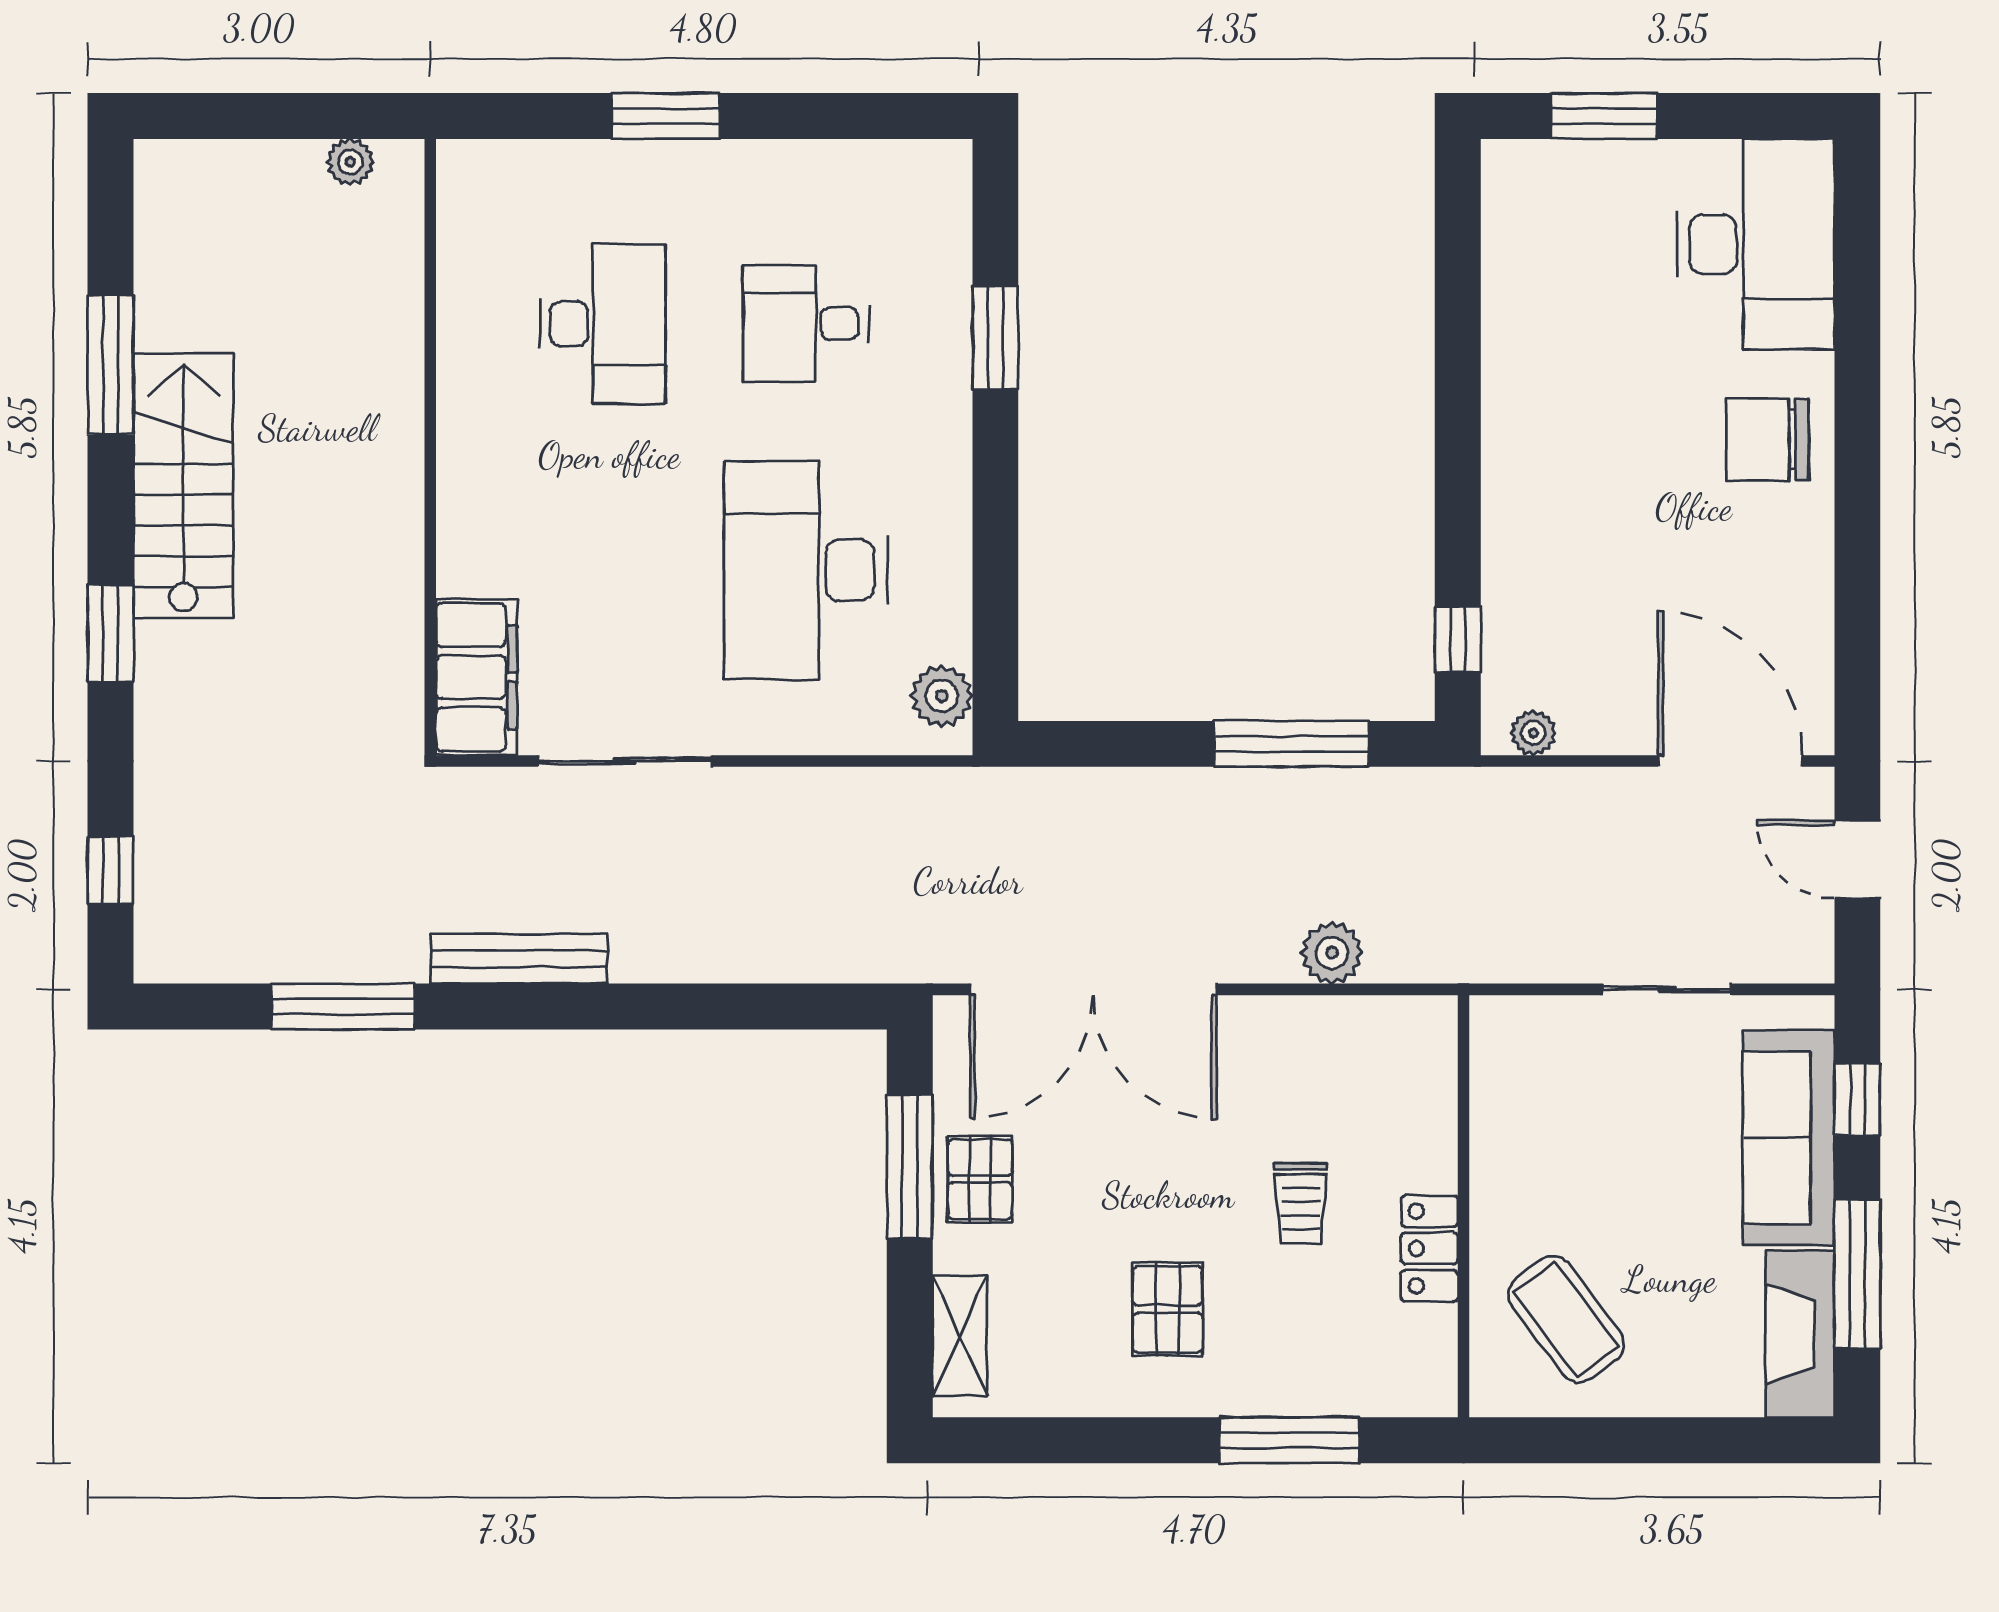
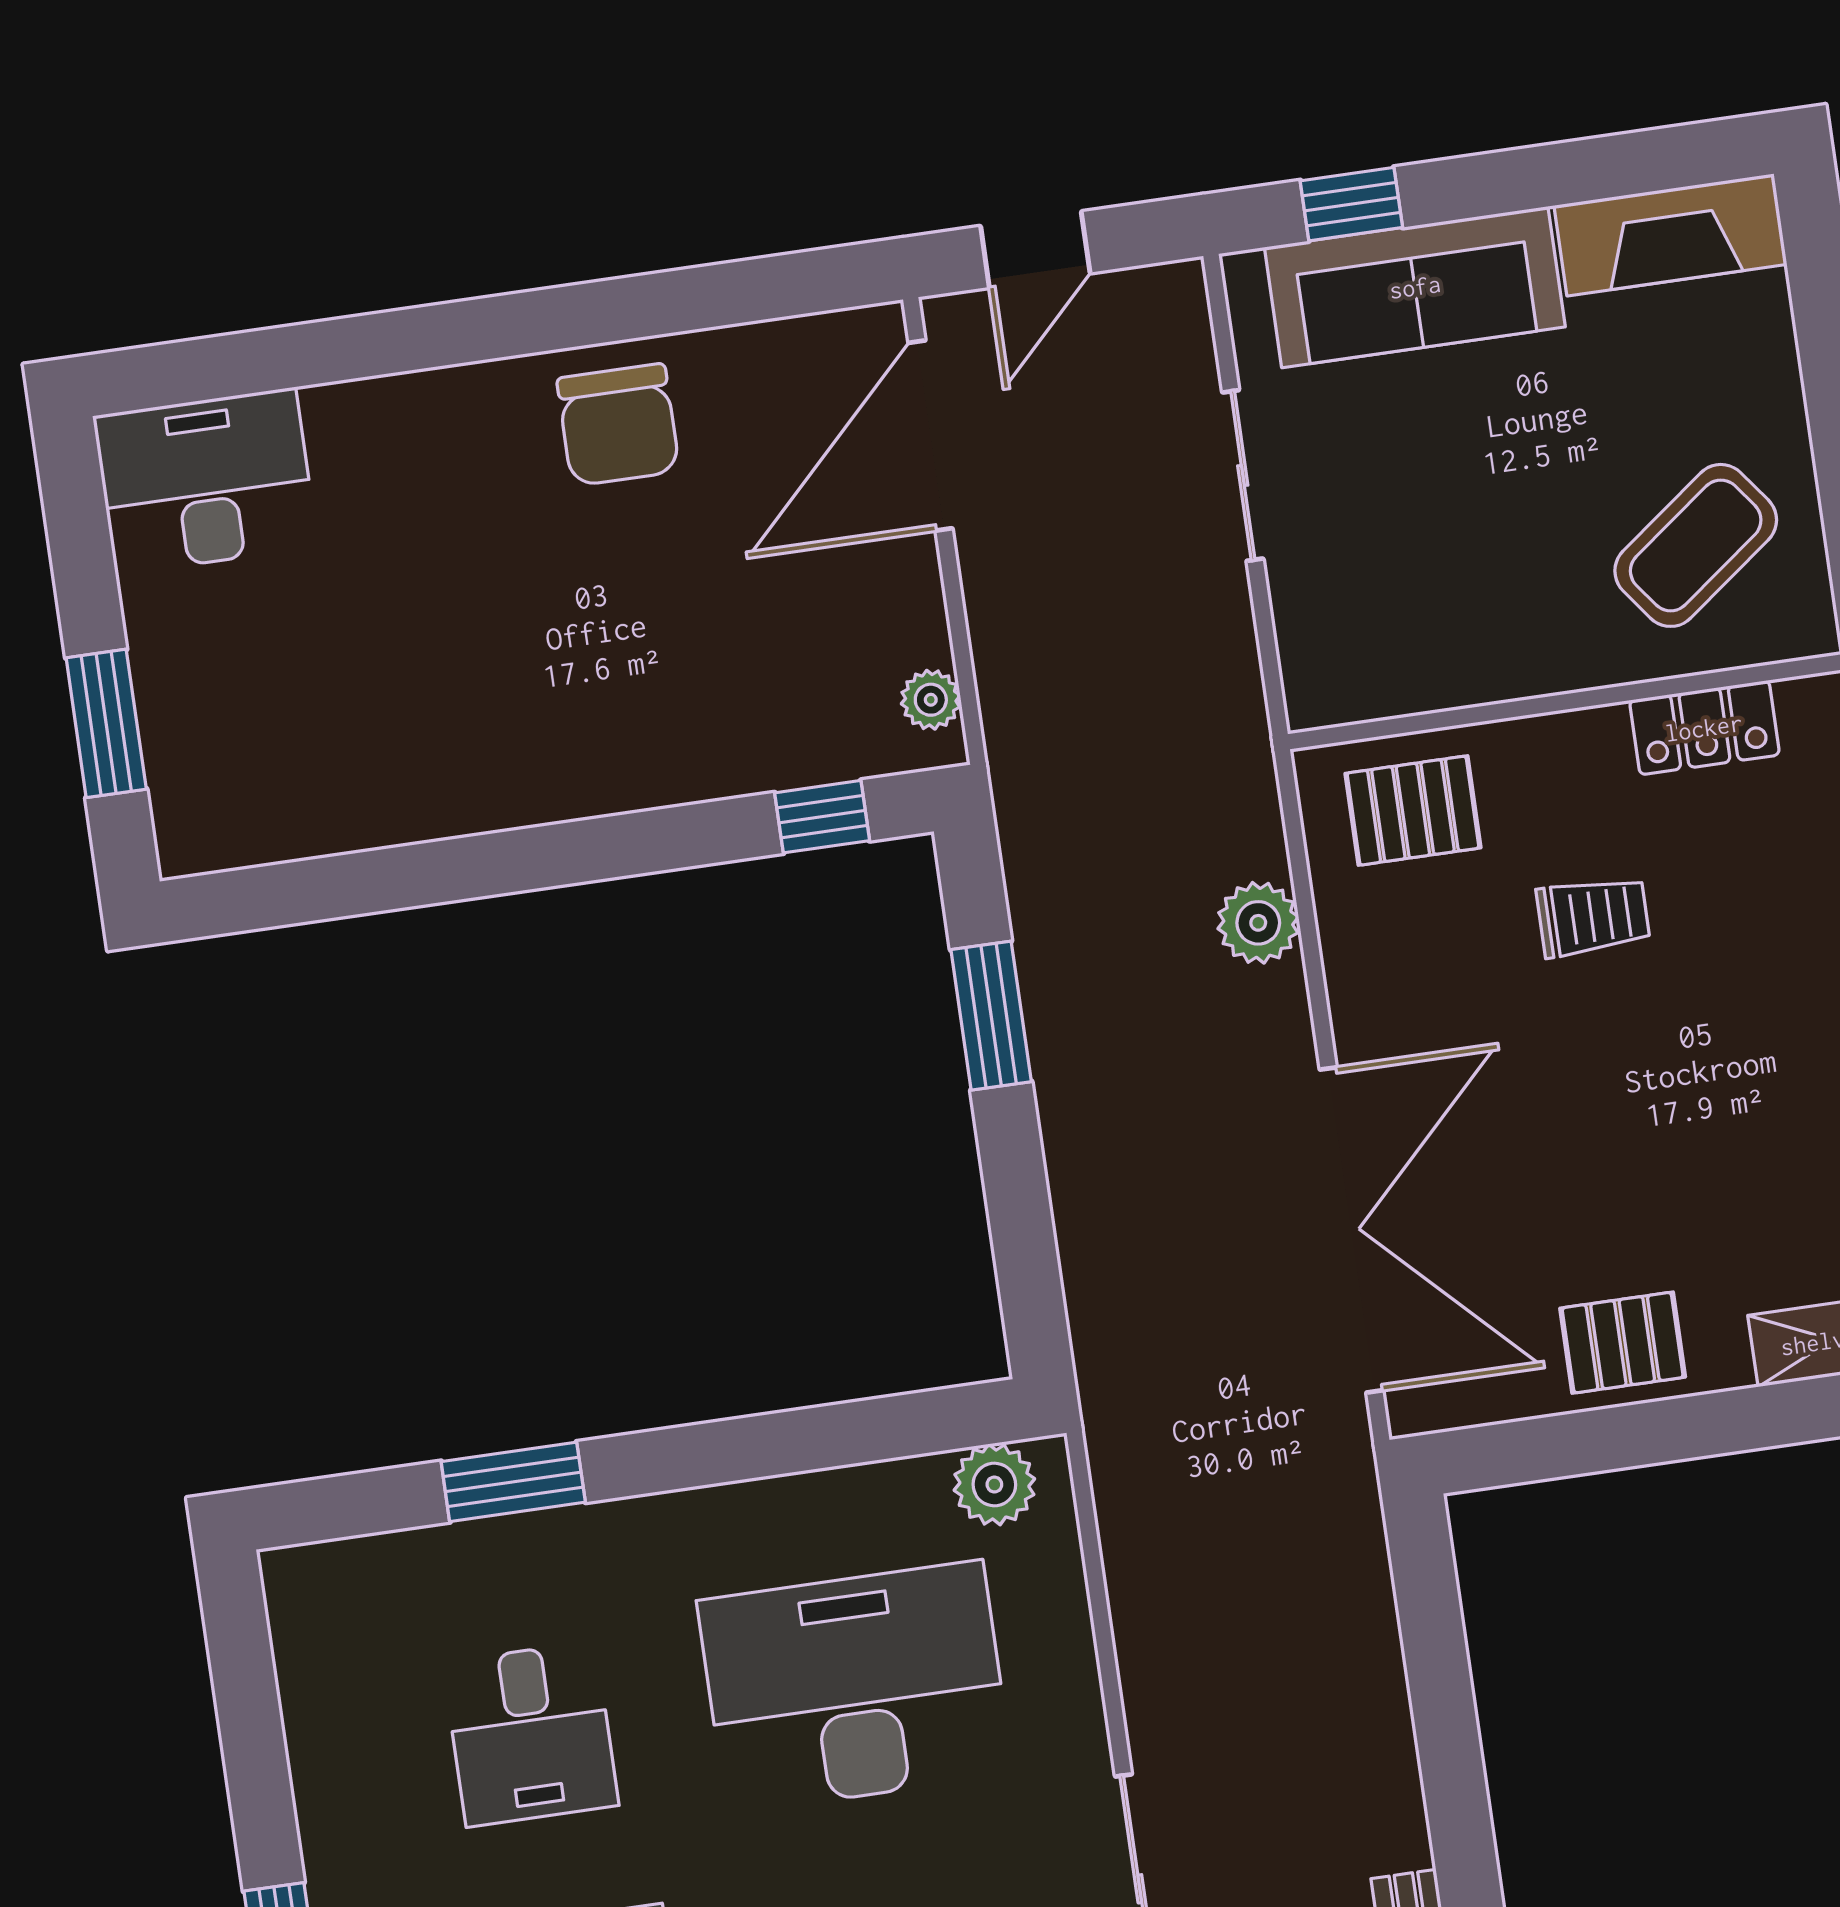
desk: (1756, 244) -> (206, 481), width x0.73, depth x0.77
chair: (1767, 440) -> (618, 425), moved
desk: (806, 570) -> (855, 1687), turned 180
window: (1291, 744) -> (991, 1016), width x0.69
window: (910, 1167) -> (1620, 1437), removed
locker: (1429, 1248) -> (1704, 728), moved
window: (1857, 1274) -> (1581, 171), removed
pallet: (1167, 1309) -> (1413, 811), moved

